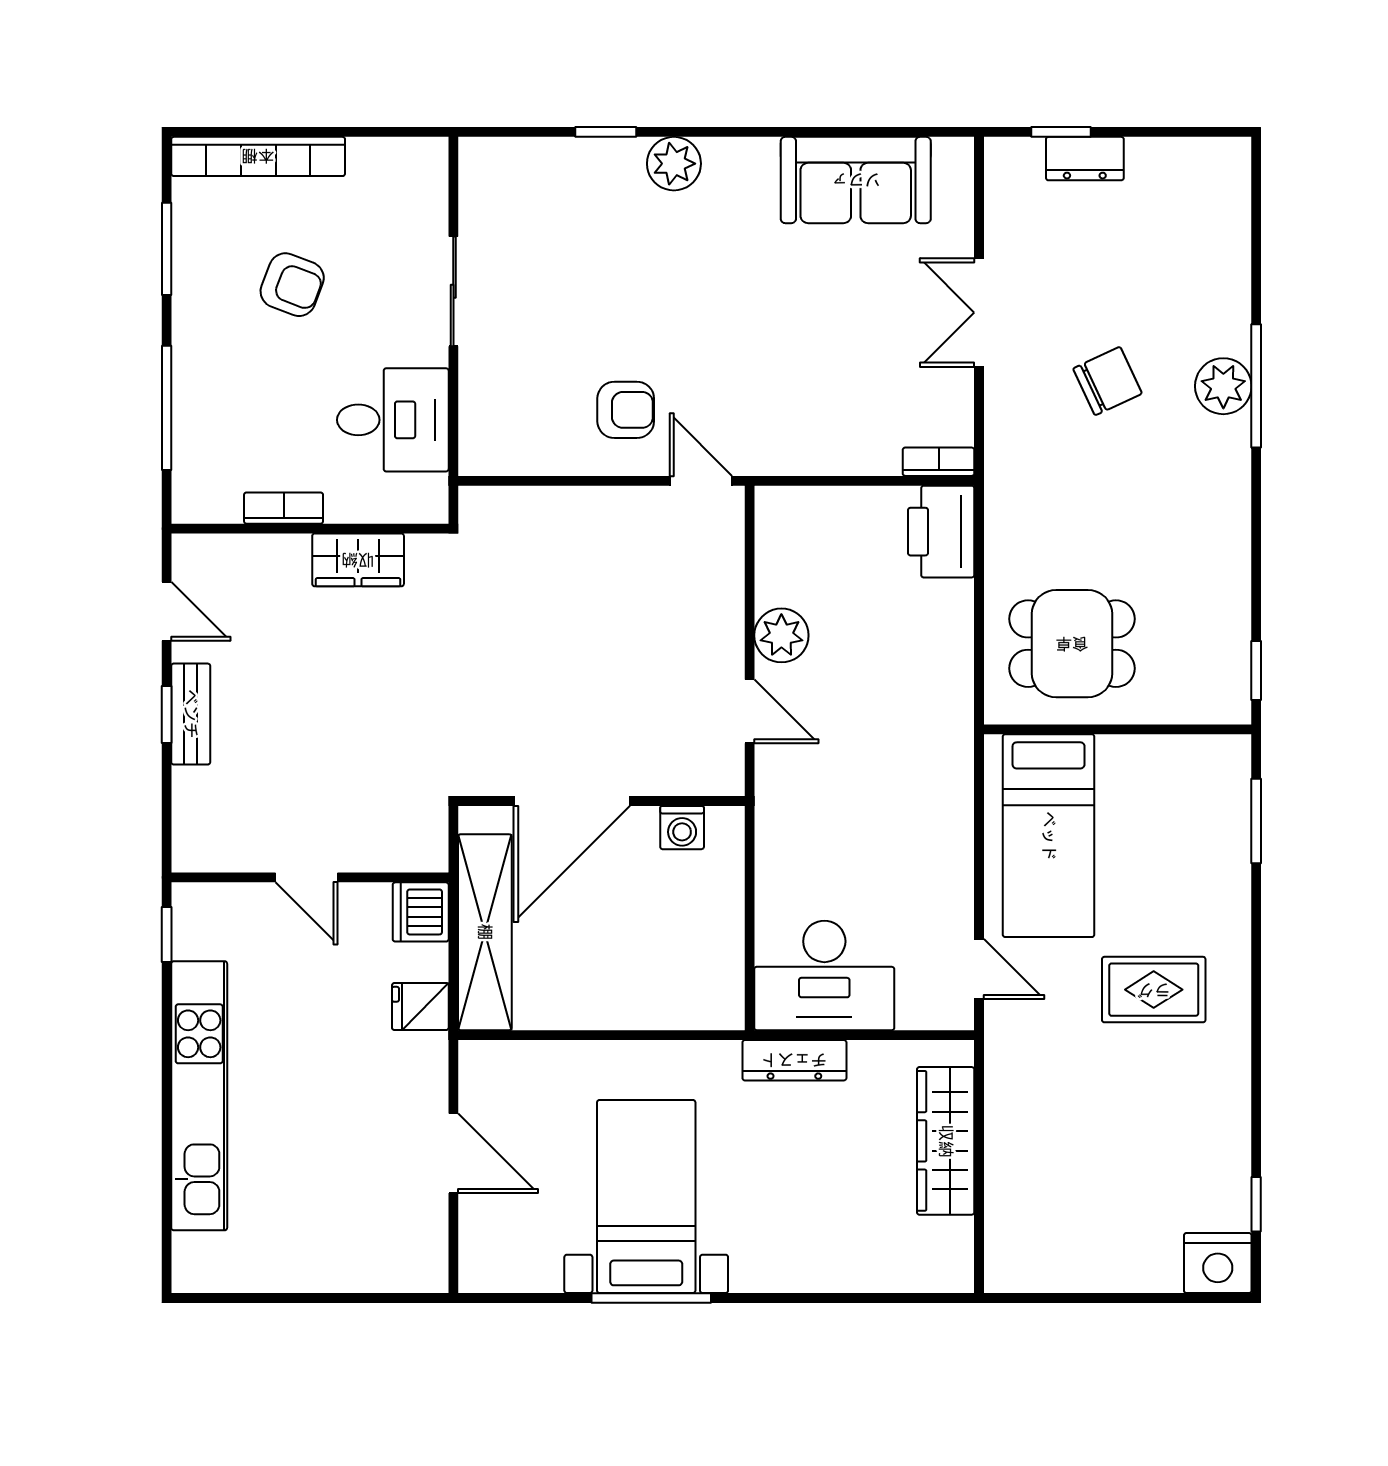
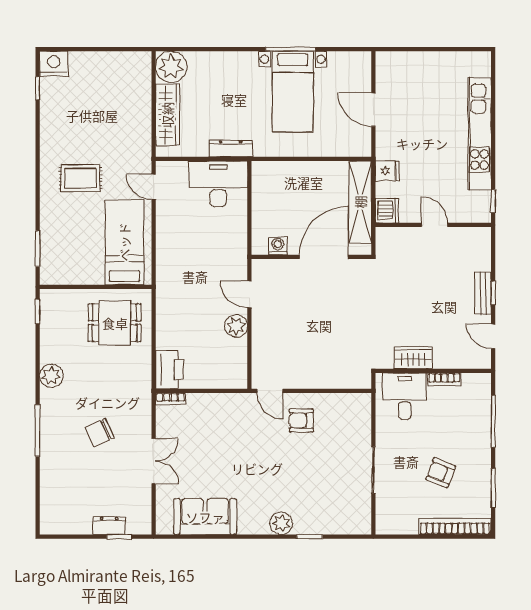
plant: (1223, 386) -> (51, 376), moved
desk: (393, 420) -> (405, 396), moved, turned 90
plant: (937, 1256) -> (171, 67), added

